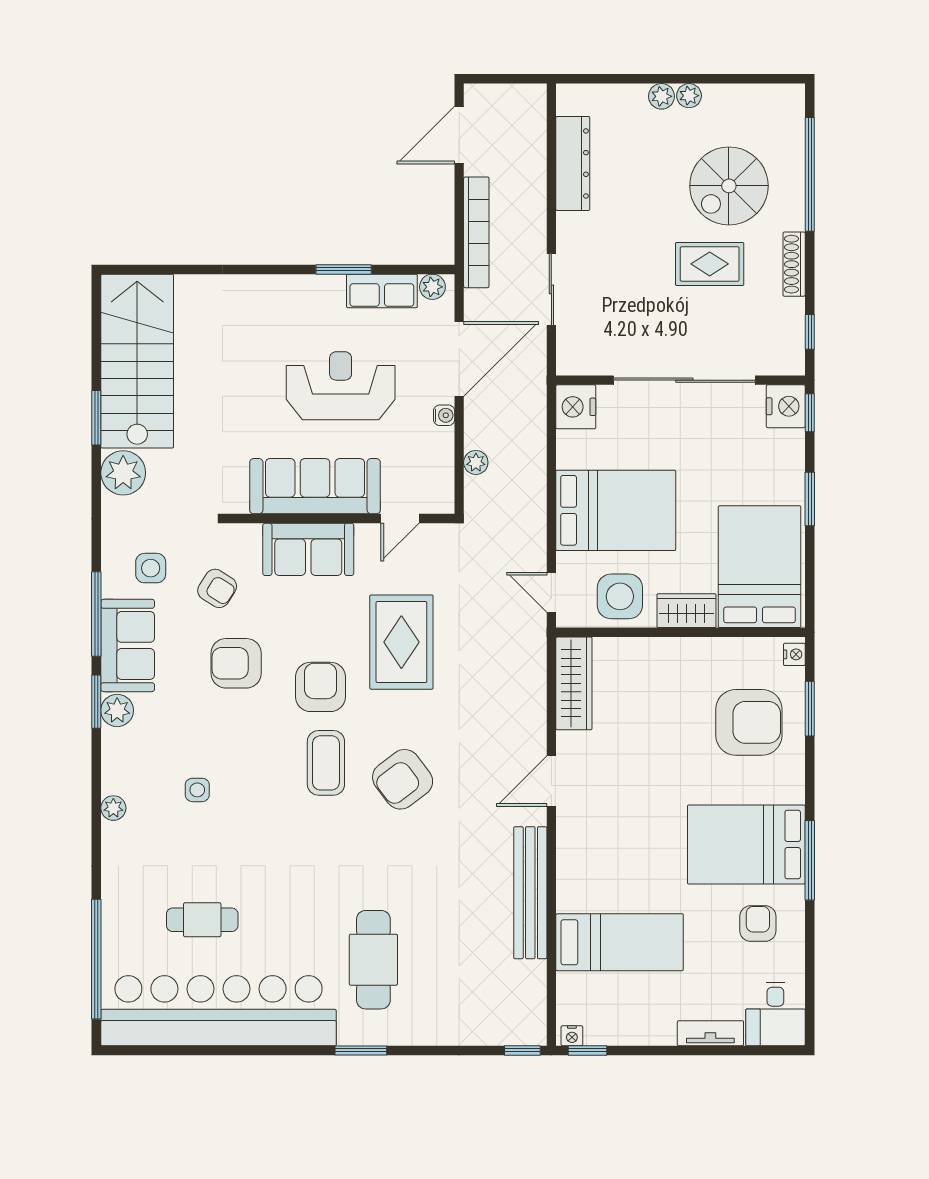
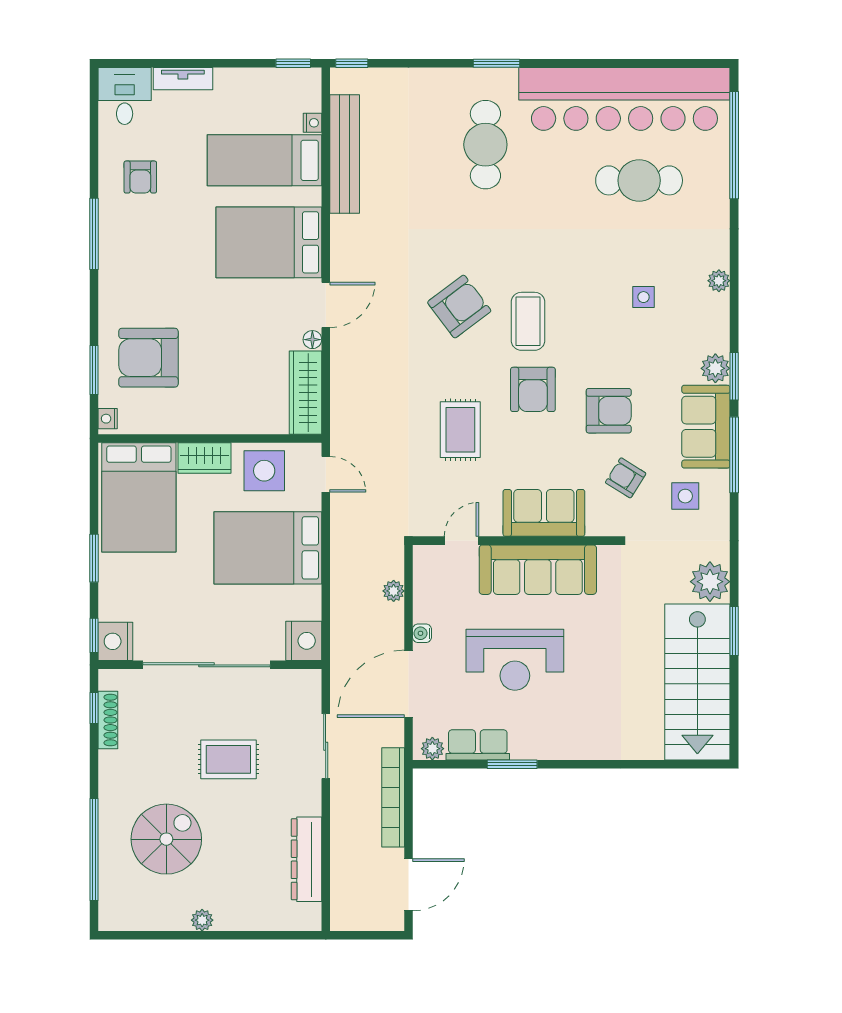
plant: (661, 96) -> (227, 920), removed
rug: (710, 264) -> (228, 759), moved
shoe rack: (794, 264) -> (108, 720), moved
rug: (401, 642) -> (460, 430), width x0.73, depth x0.70
floor lamp: (566, 742) -> (312, 340), added
bed: (746, 845) -> (269, 242), moved, turned 180
bench: (530, 893) -> (345, 154), moved
cafe table: (202, 920) -> (639, 180), width x1.37, depth x1.35
nightstand: (572, 1036) -> (312, 123), moved, turned 90

